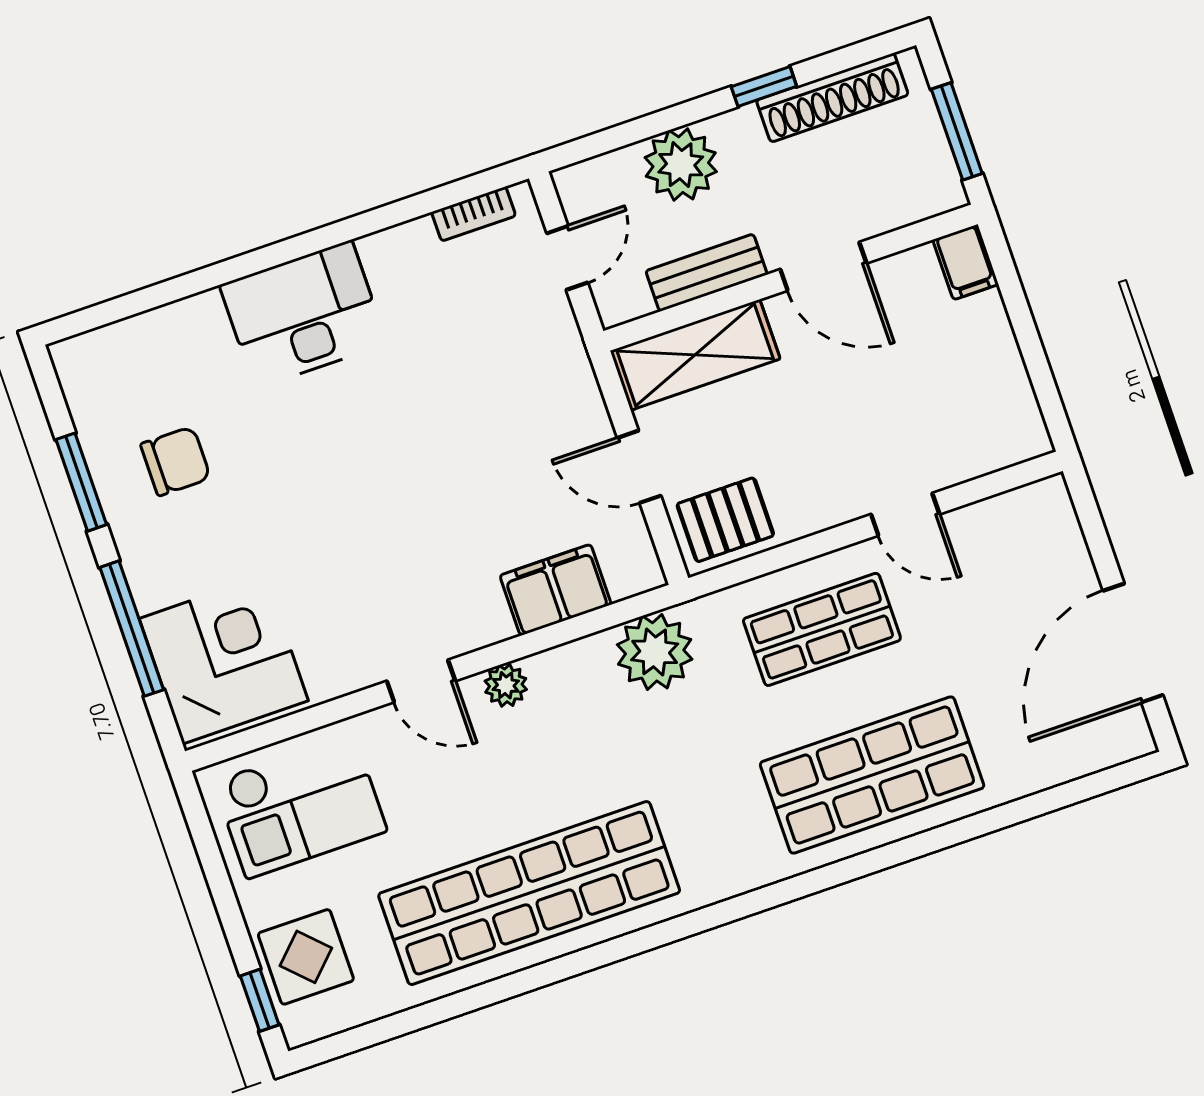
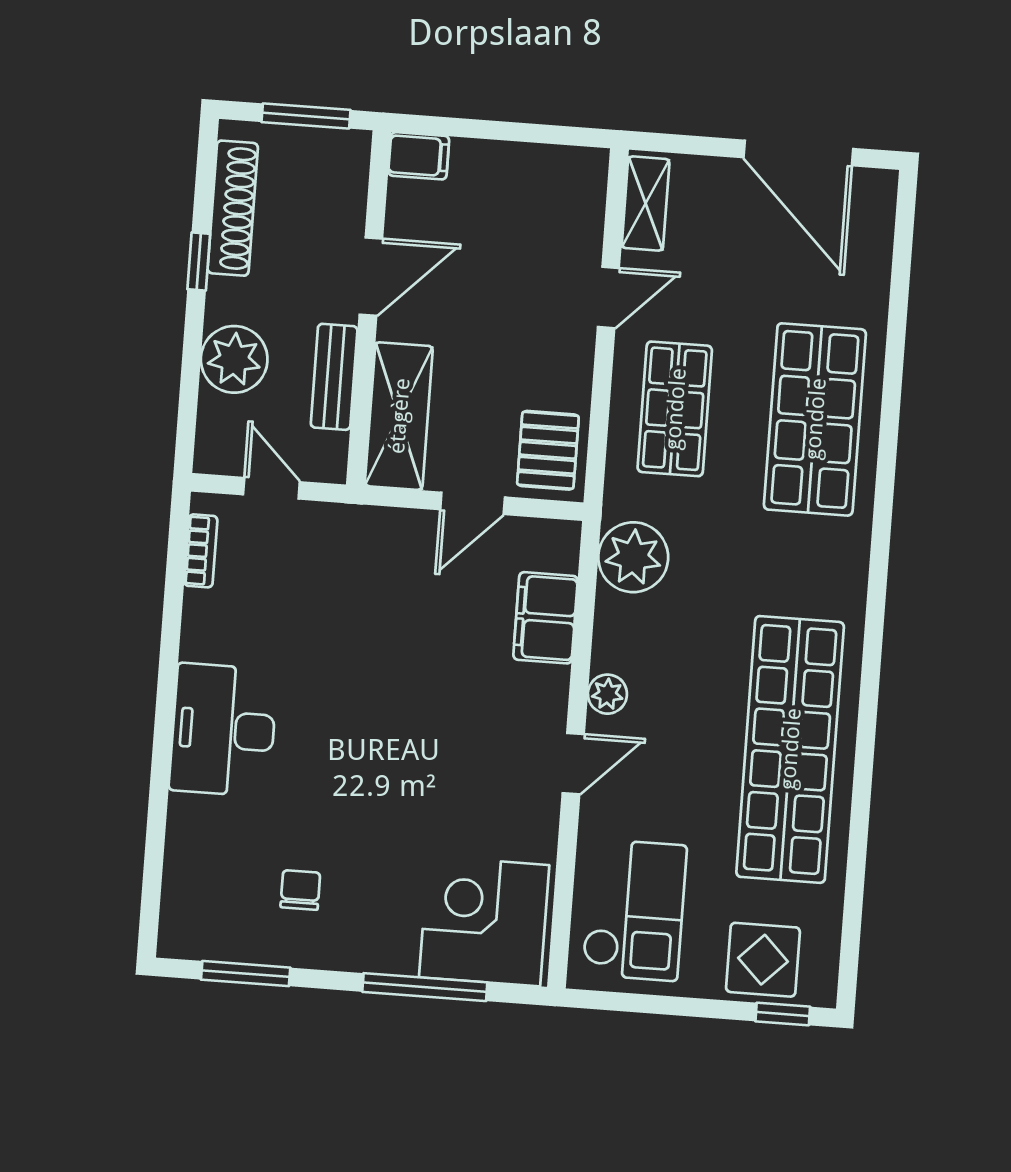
chair: (176, 461) -> (300, 890), width x0.73, depth x0.73
window: (81, 482) -> (246, 974), moved
shelving: (1016, 511) -> (646, 204), added

